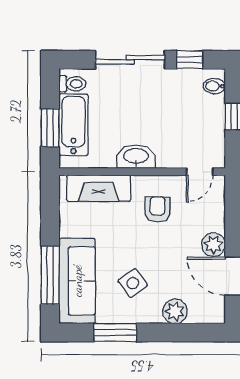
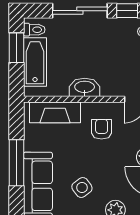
window: (50, 128) -> (17, 48), moved
window: (50, 275) -> (17, 163), moved

